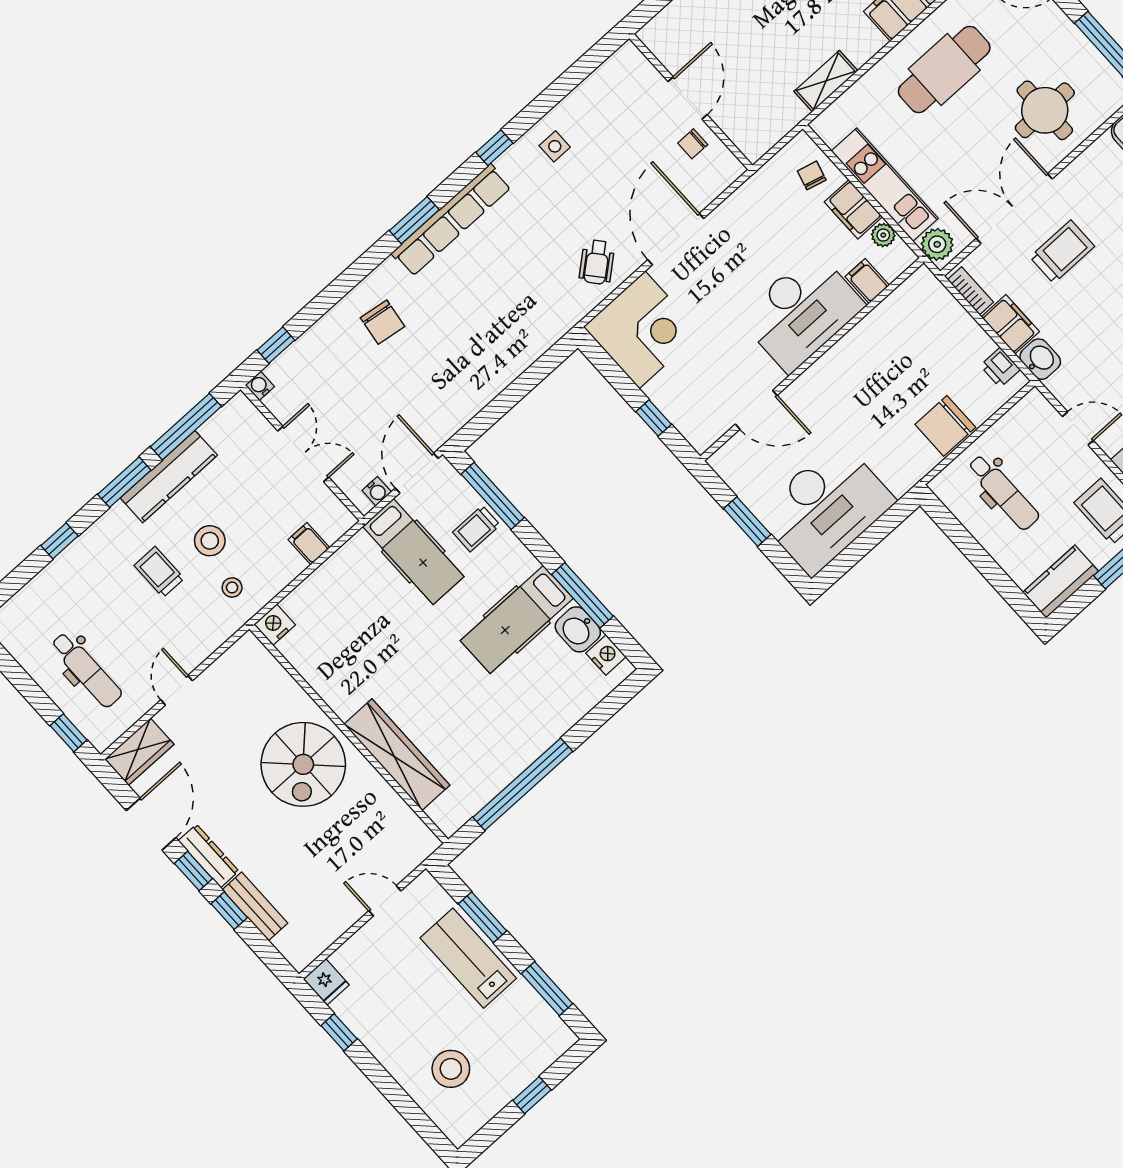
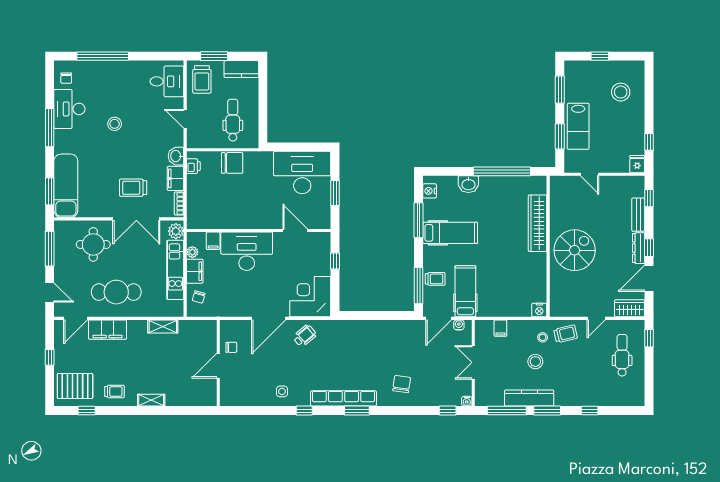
trolley: (159, 572) -> (566, 334), moved, turned -103
washbasin: (578, 629) -> (468, 184), moved, turned 90
window: (229, 911) -> (649, 198), moved

